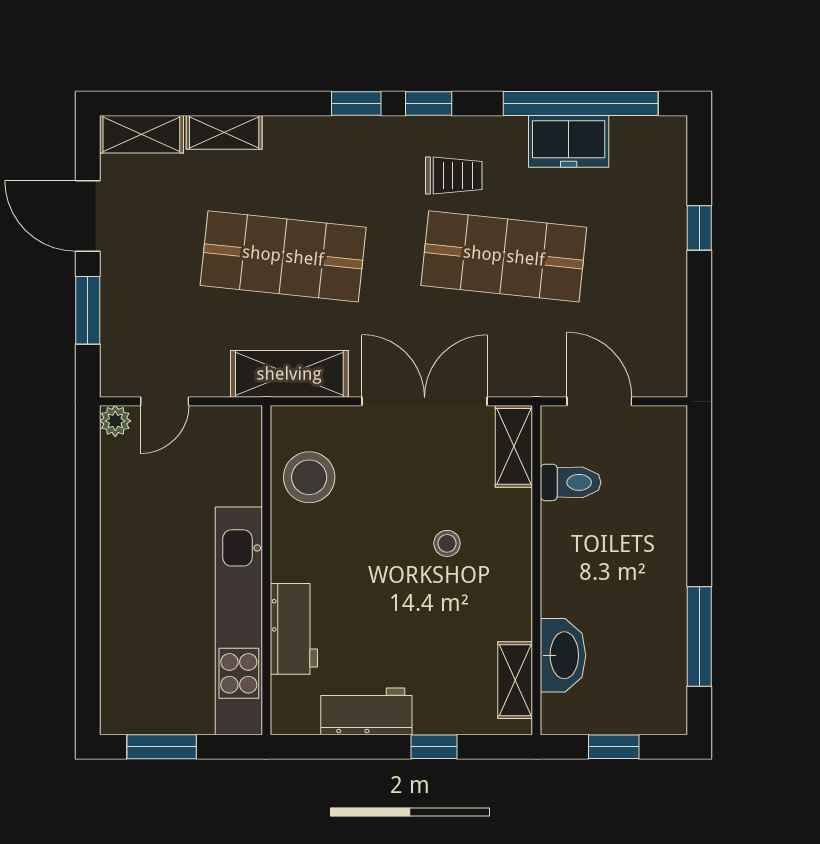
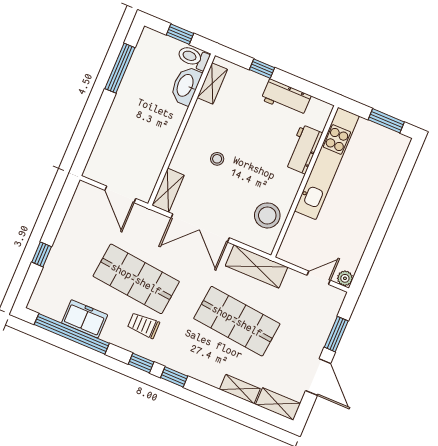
toilet: (571, 482) -> (193, 57), moved

